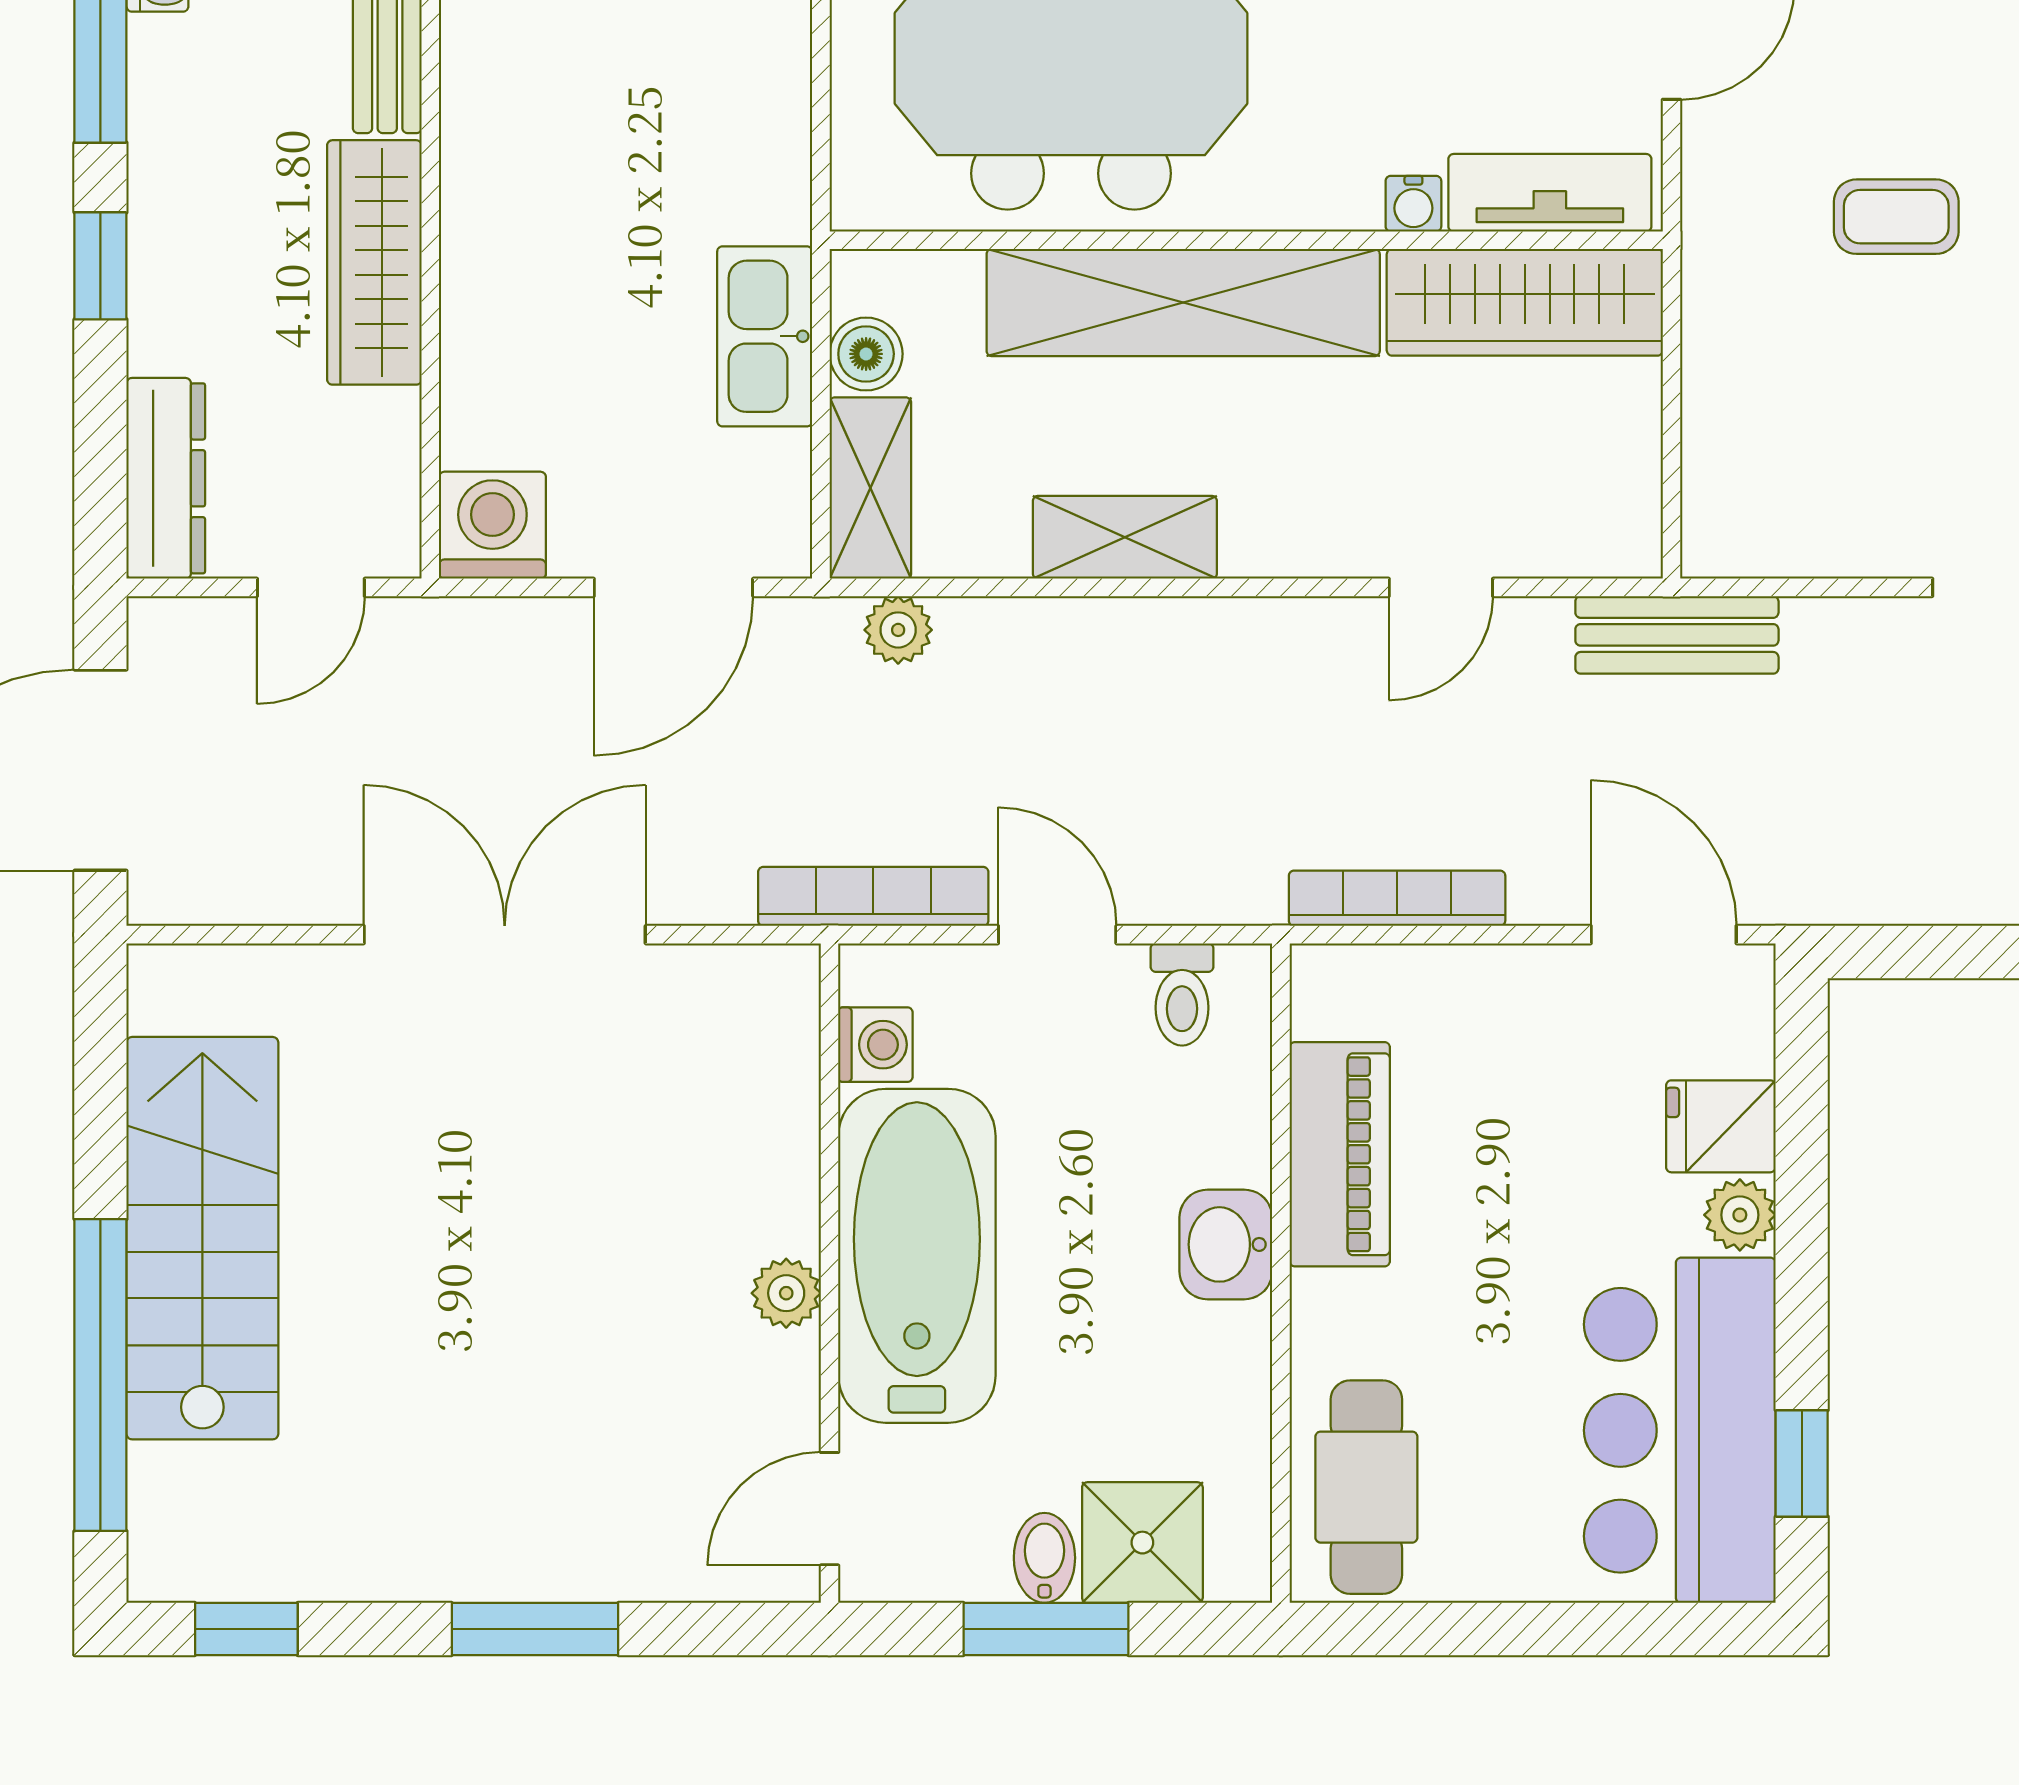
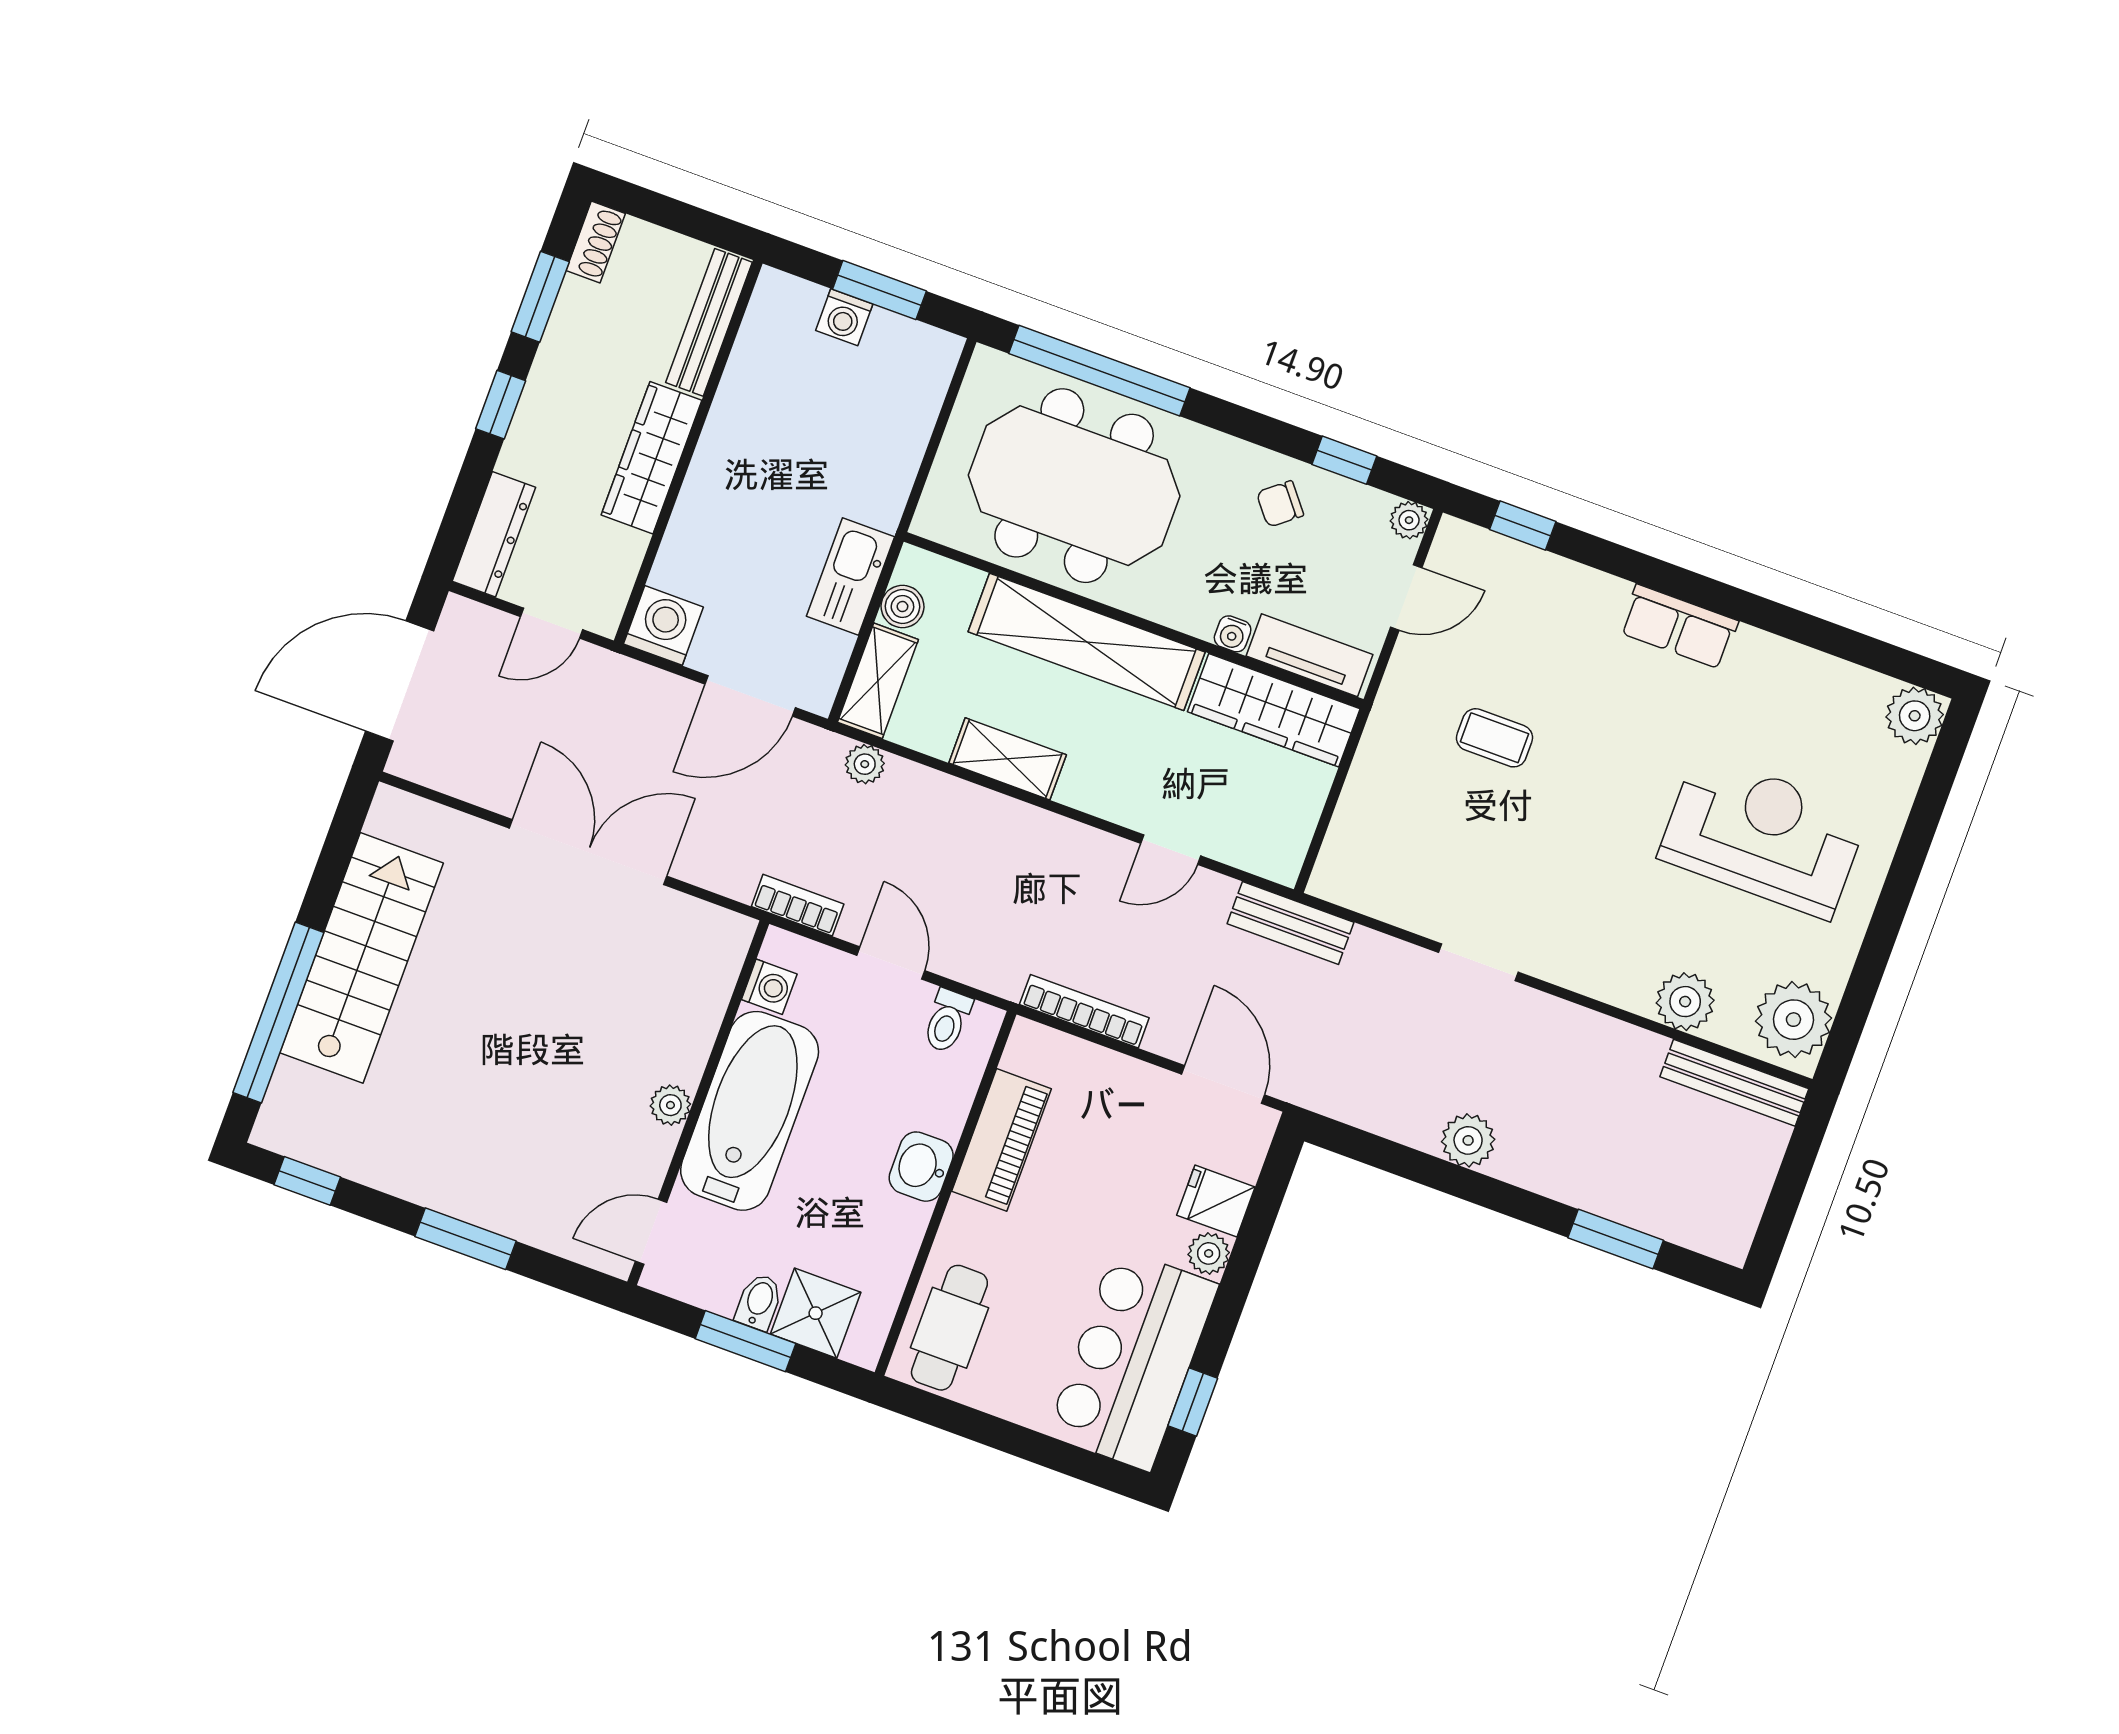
bookcase: (873, 896) -> (798, 905), width x0.64

